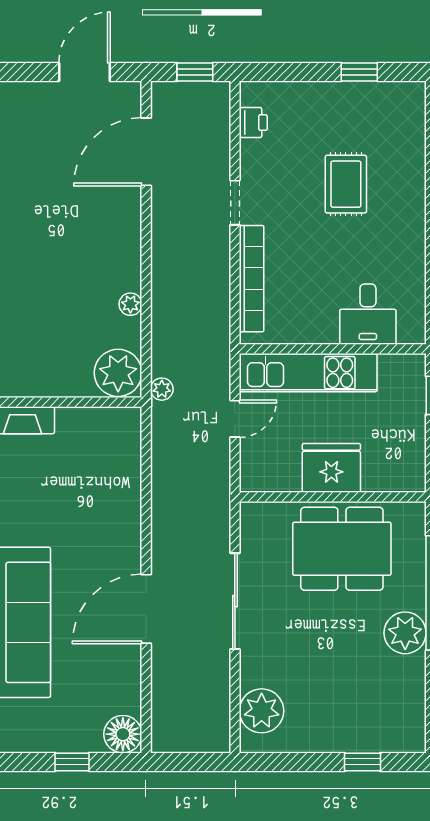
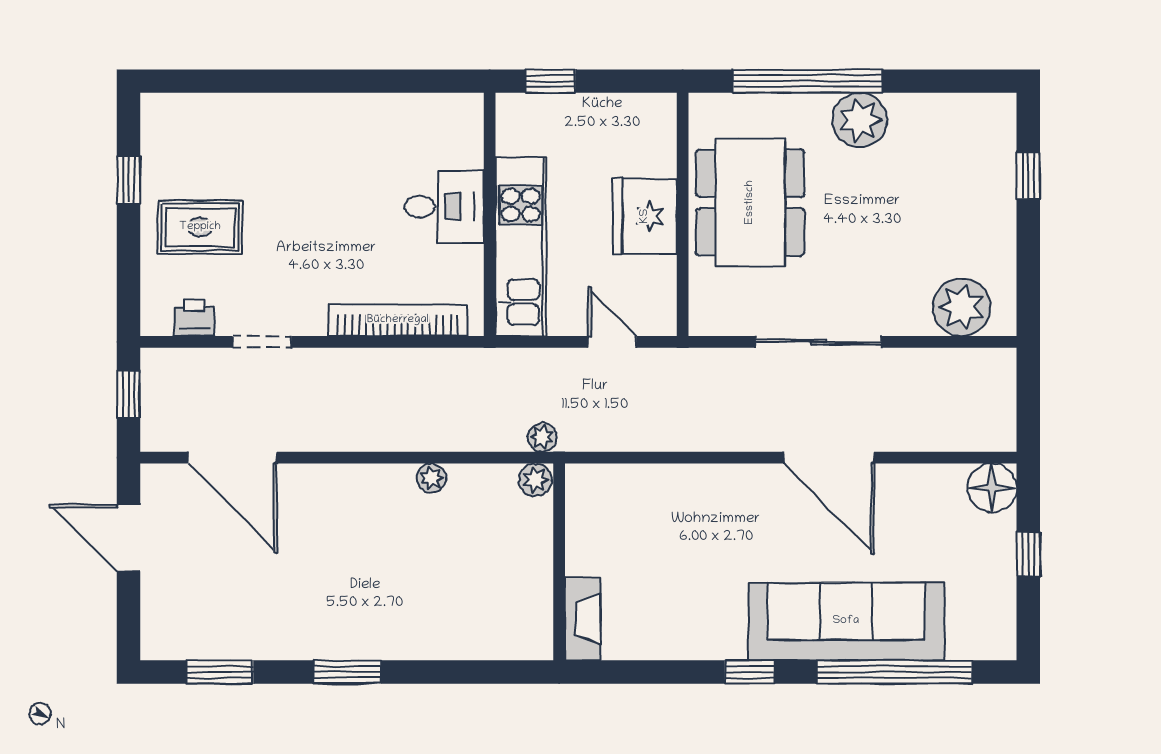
rug: (346, 184) -> (200, 227), moved
doorway: (235, 203) -> (262, 342), moved
desk: (368, 314) -> (444, 207), moved
plant: (118, 373) -> (535, 480), width x0.53, depth x0.53
door: (235, 419) -> (612, 342), moved

